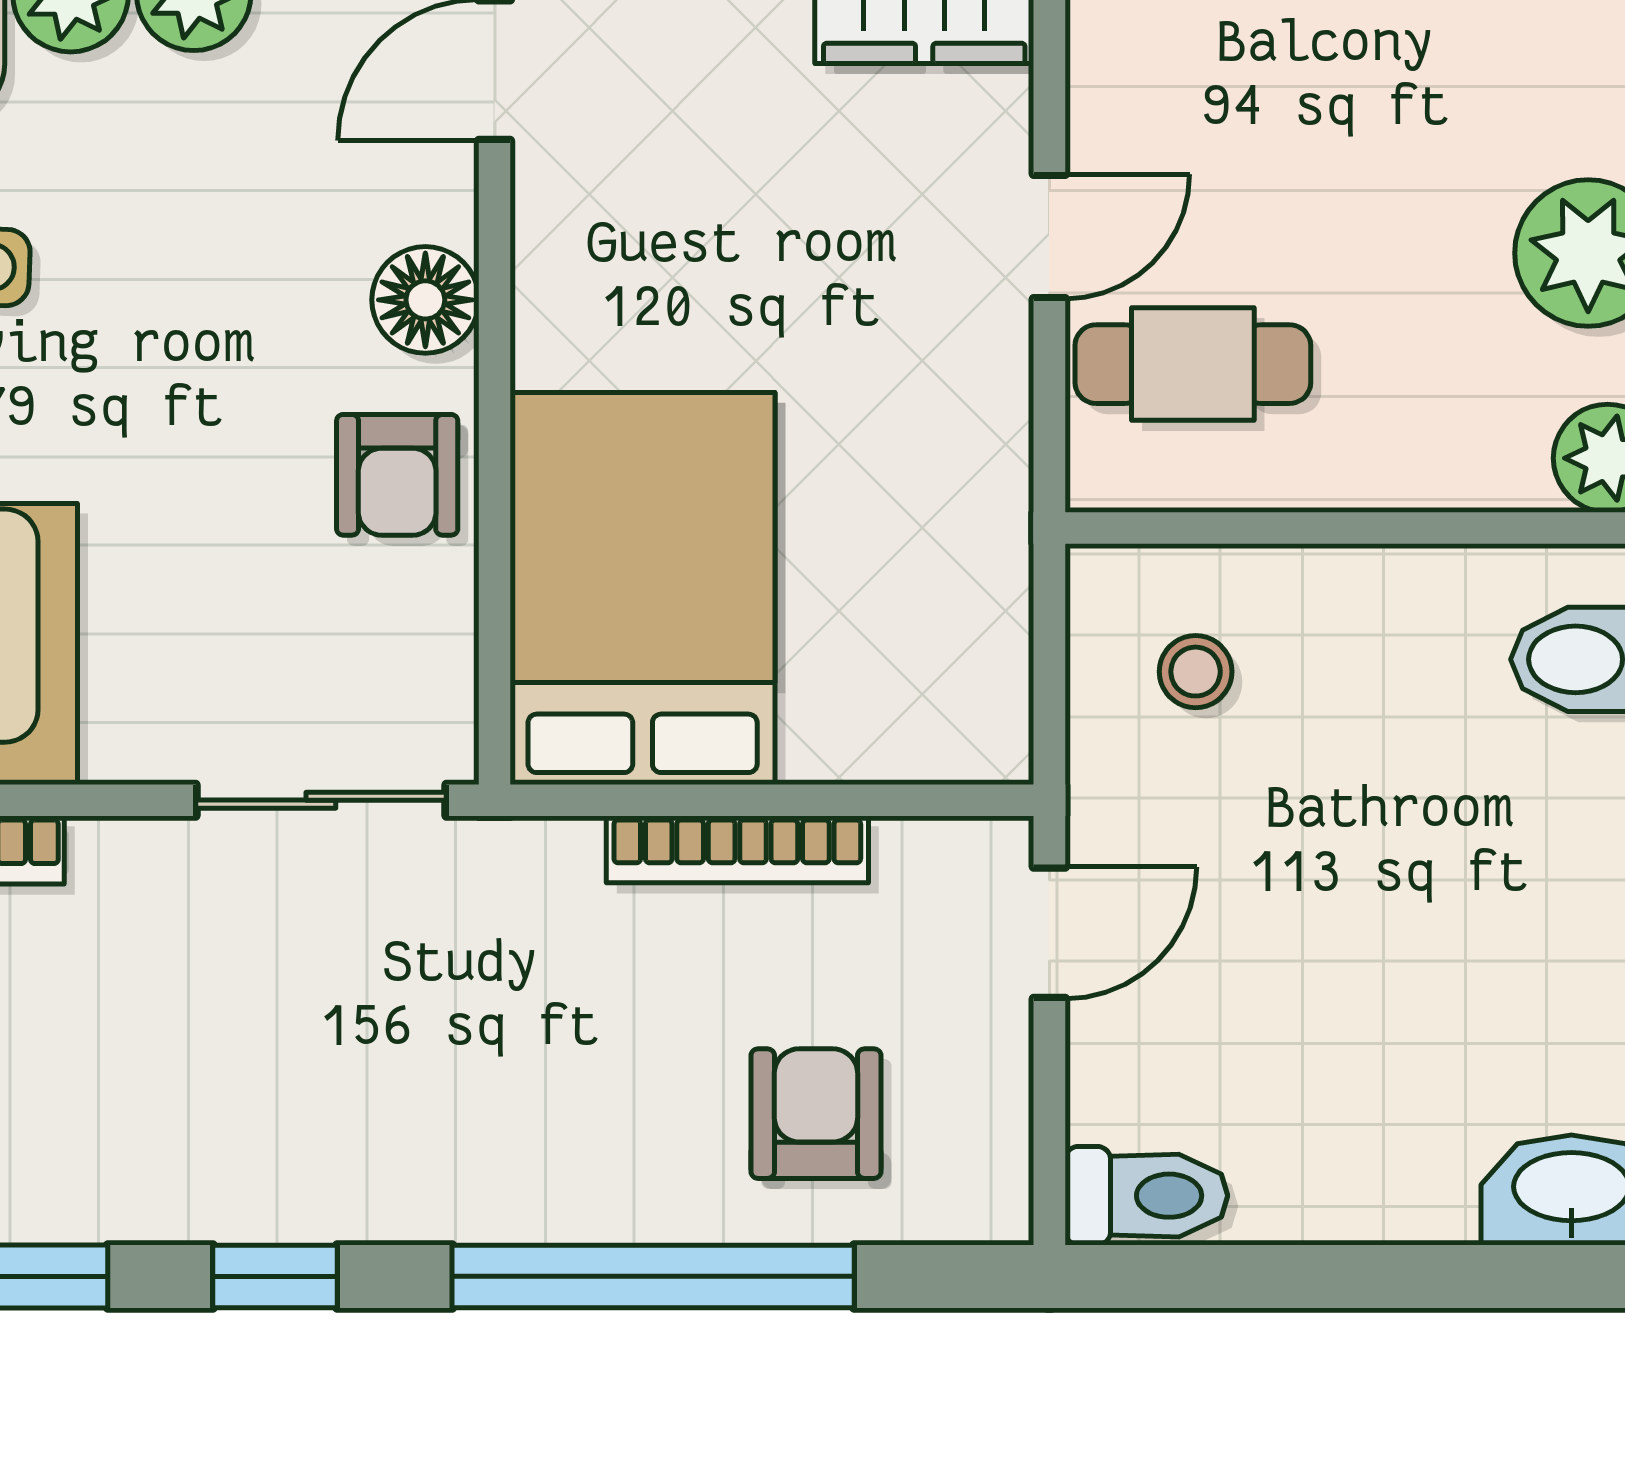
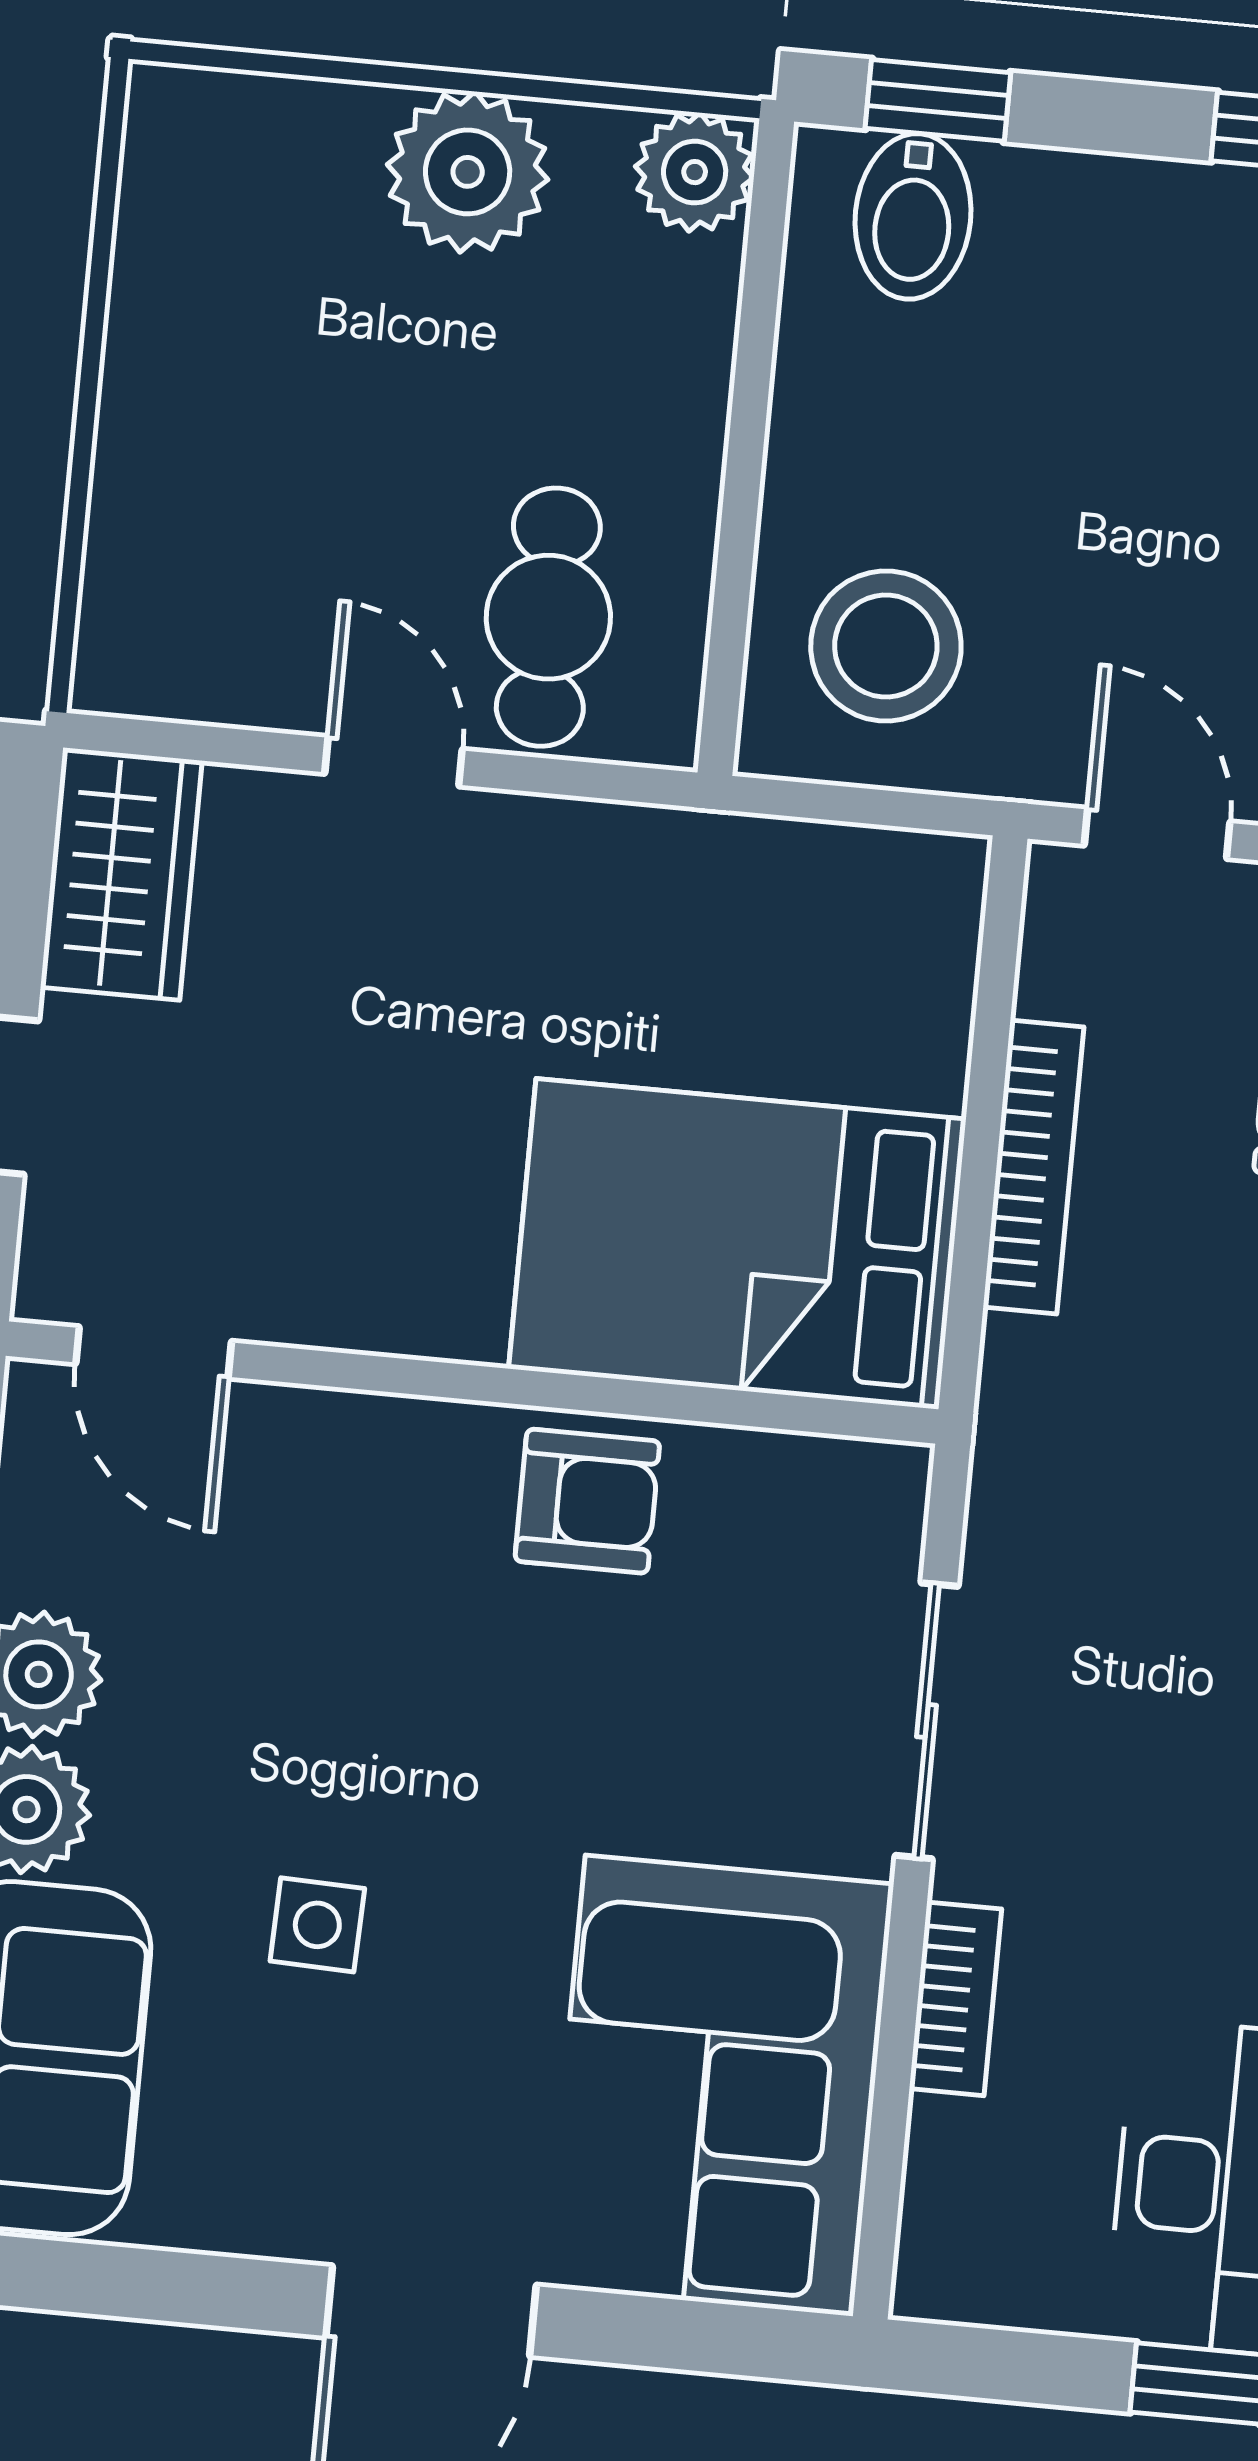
floor lamp: (425, 300) -> (398, 1452), removed
stool: (1196, 672) -> (886, 646), width x1.89, depth x1.89
sliding door: (321, 800) -> (927, 1721), moved

